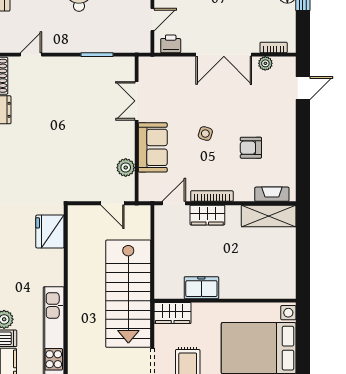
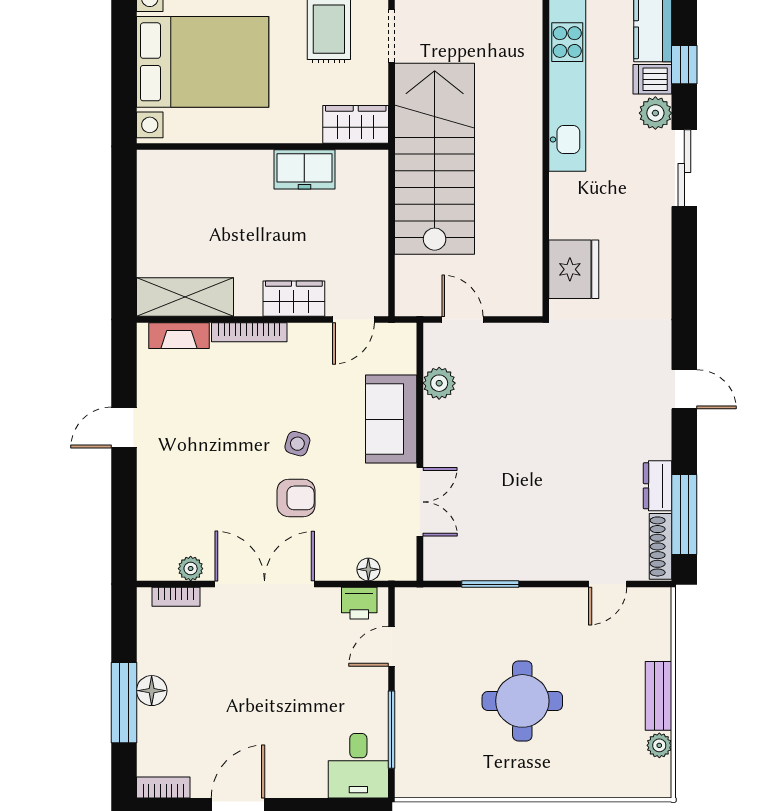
floor lamp: (165, 63) -> (368, 569), added
door: (303, 88) -> (124, 427), moved
armchair: (251, 148) -> (296, 498), moved
bookcase: (212, 196) -> (249, 332), moved

